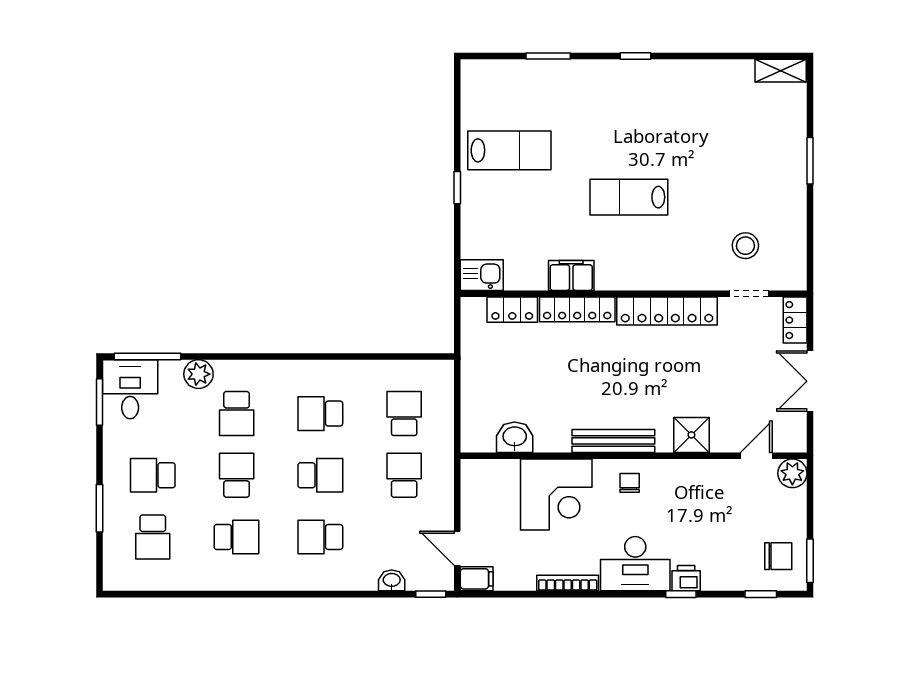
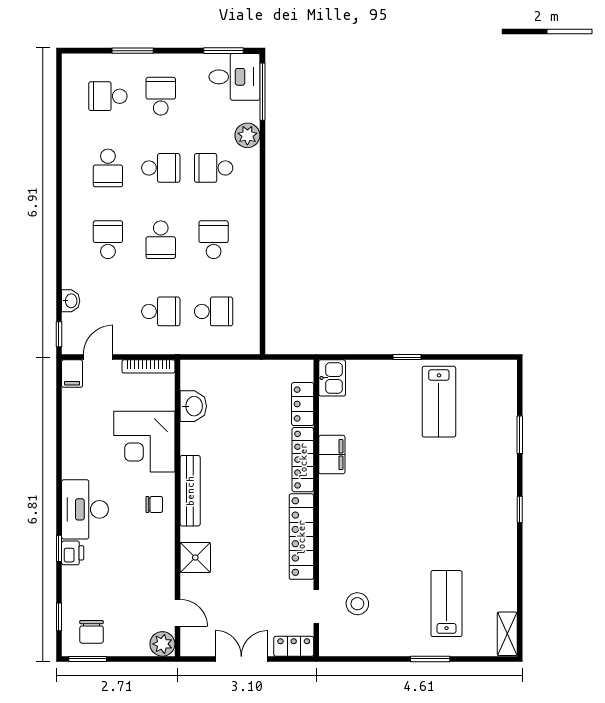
lab bench: (629, 197) -> (446, 604), moved
bookcase: (568, 583) -> (148, 366), moved, turned 90

